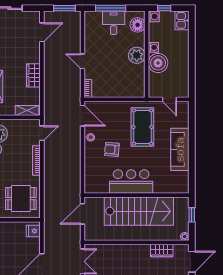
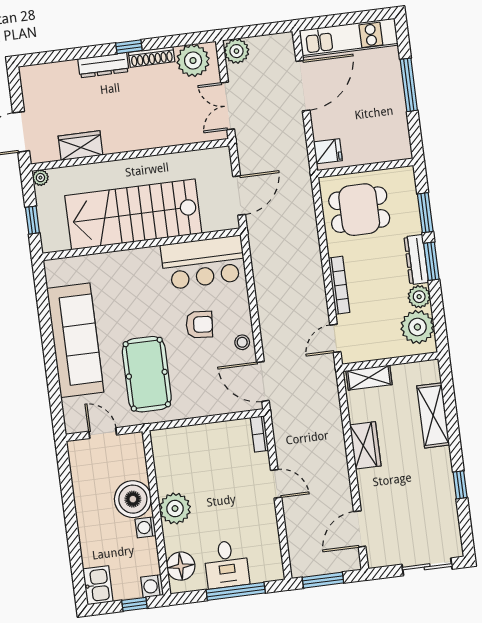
sofa: (180, 149) -> (75, 340), width x1.36, depth x1.27
bar counter: (131, 181) -> (203, 262), moved

